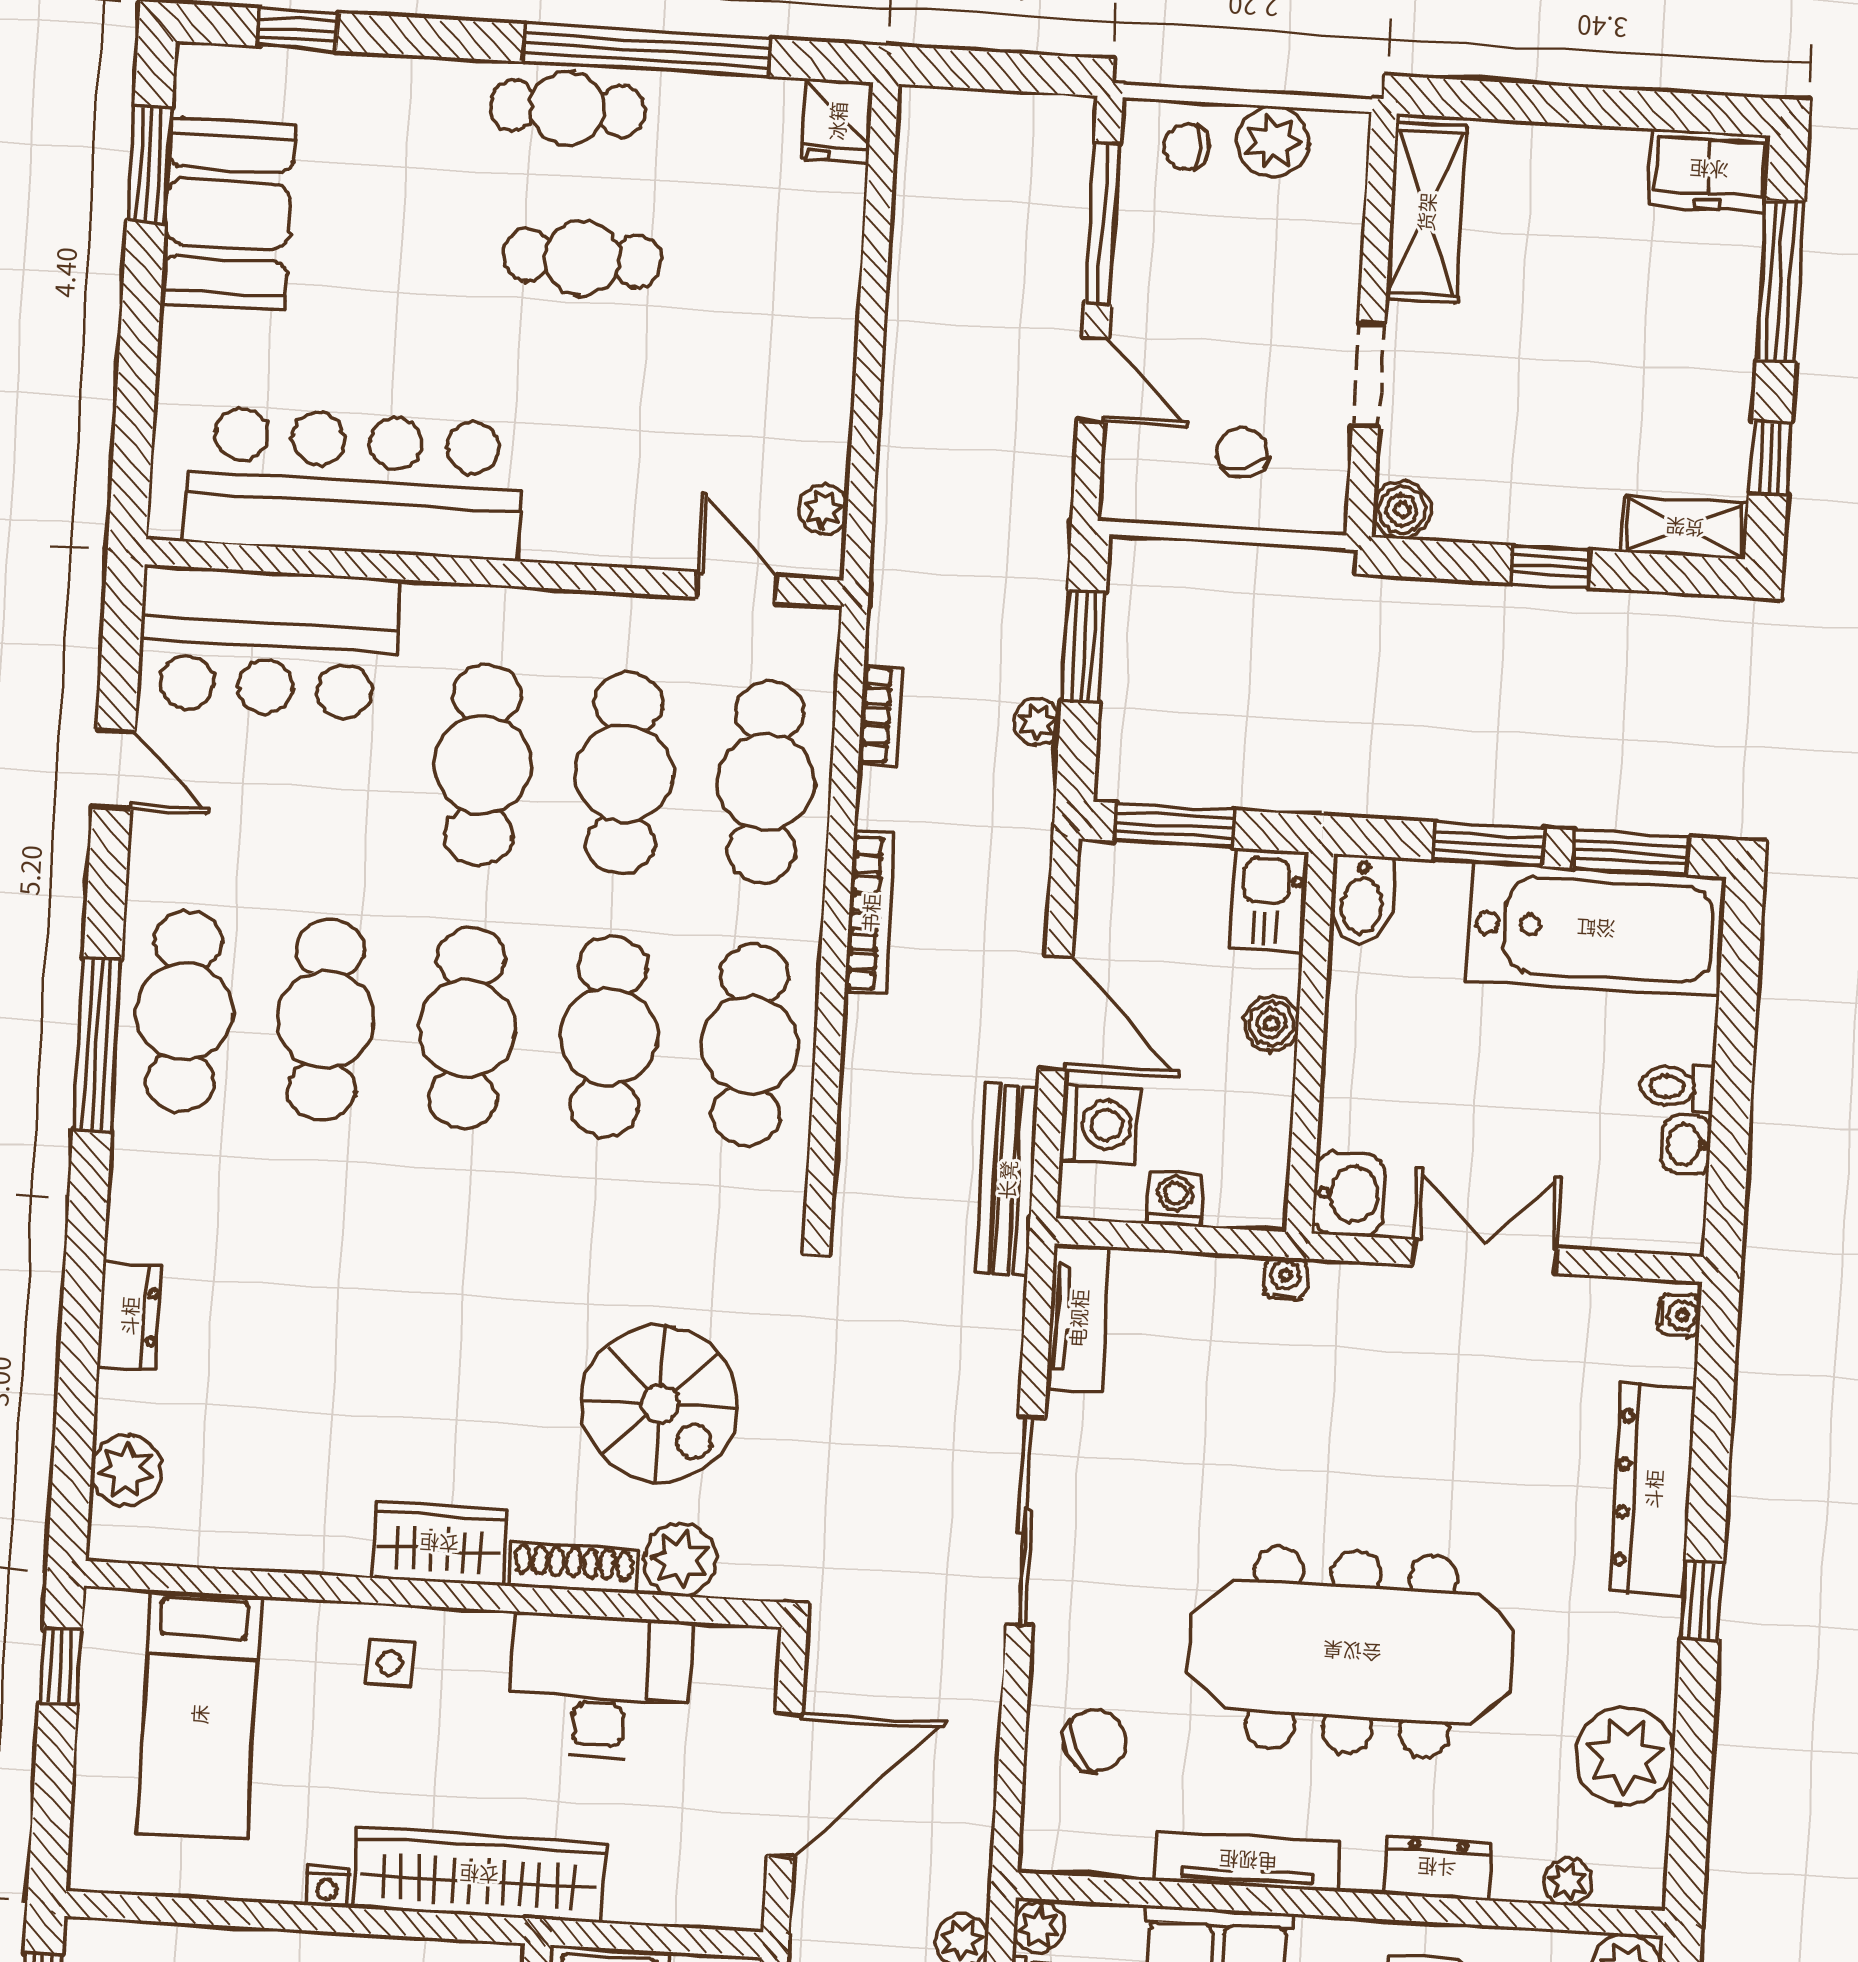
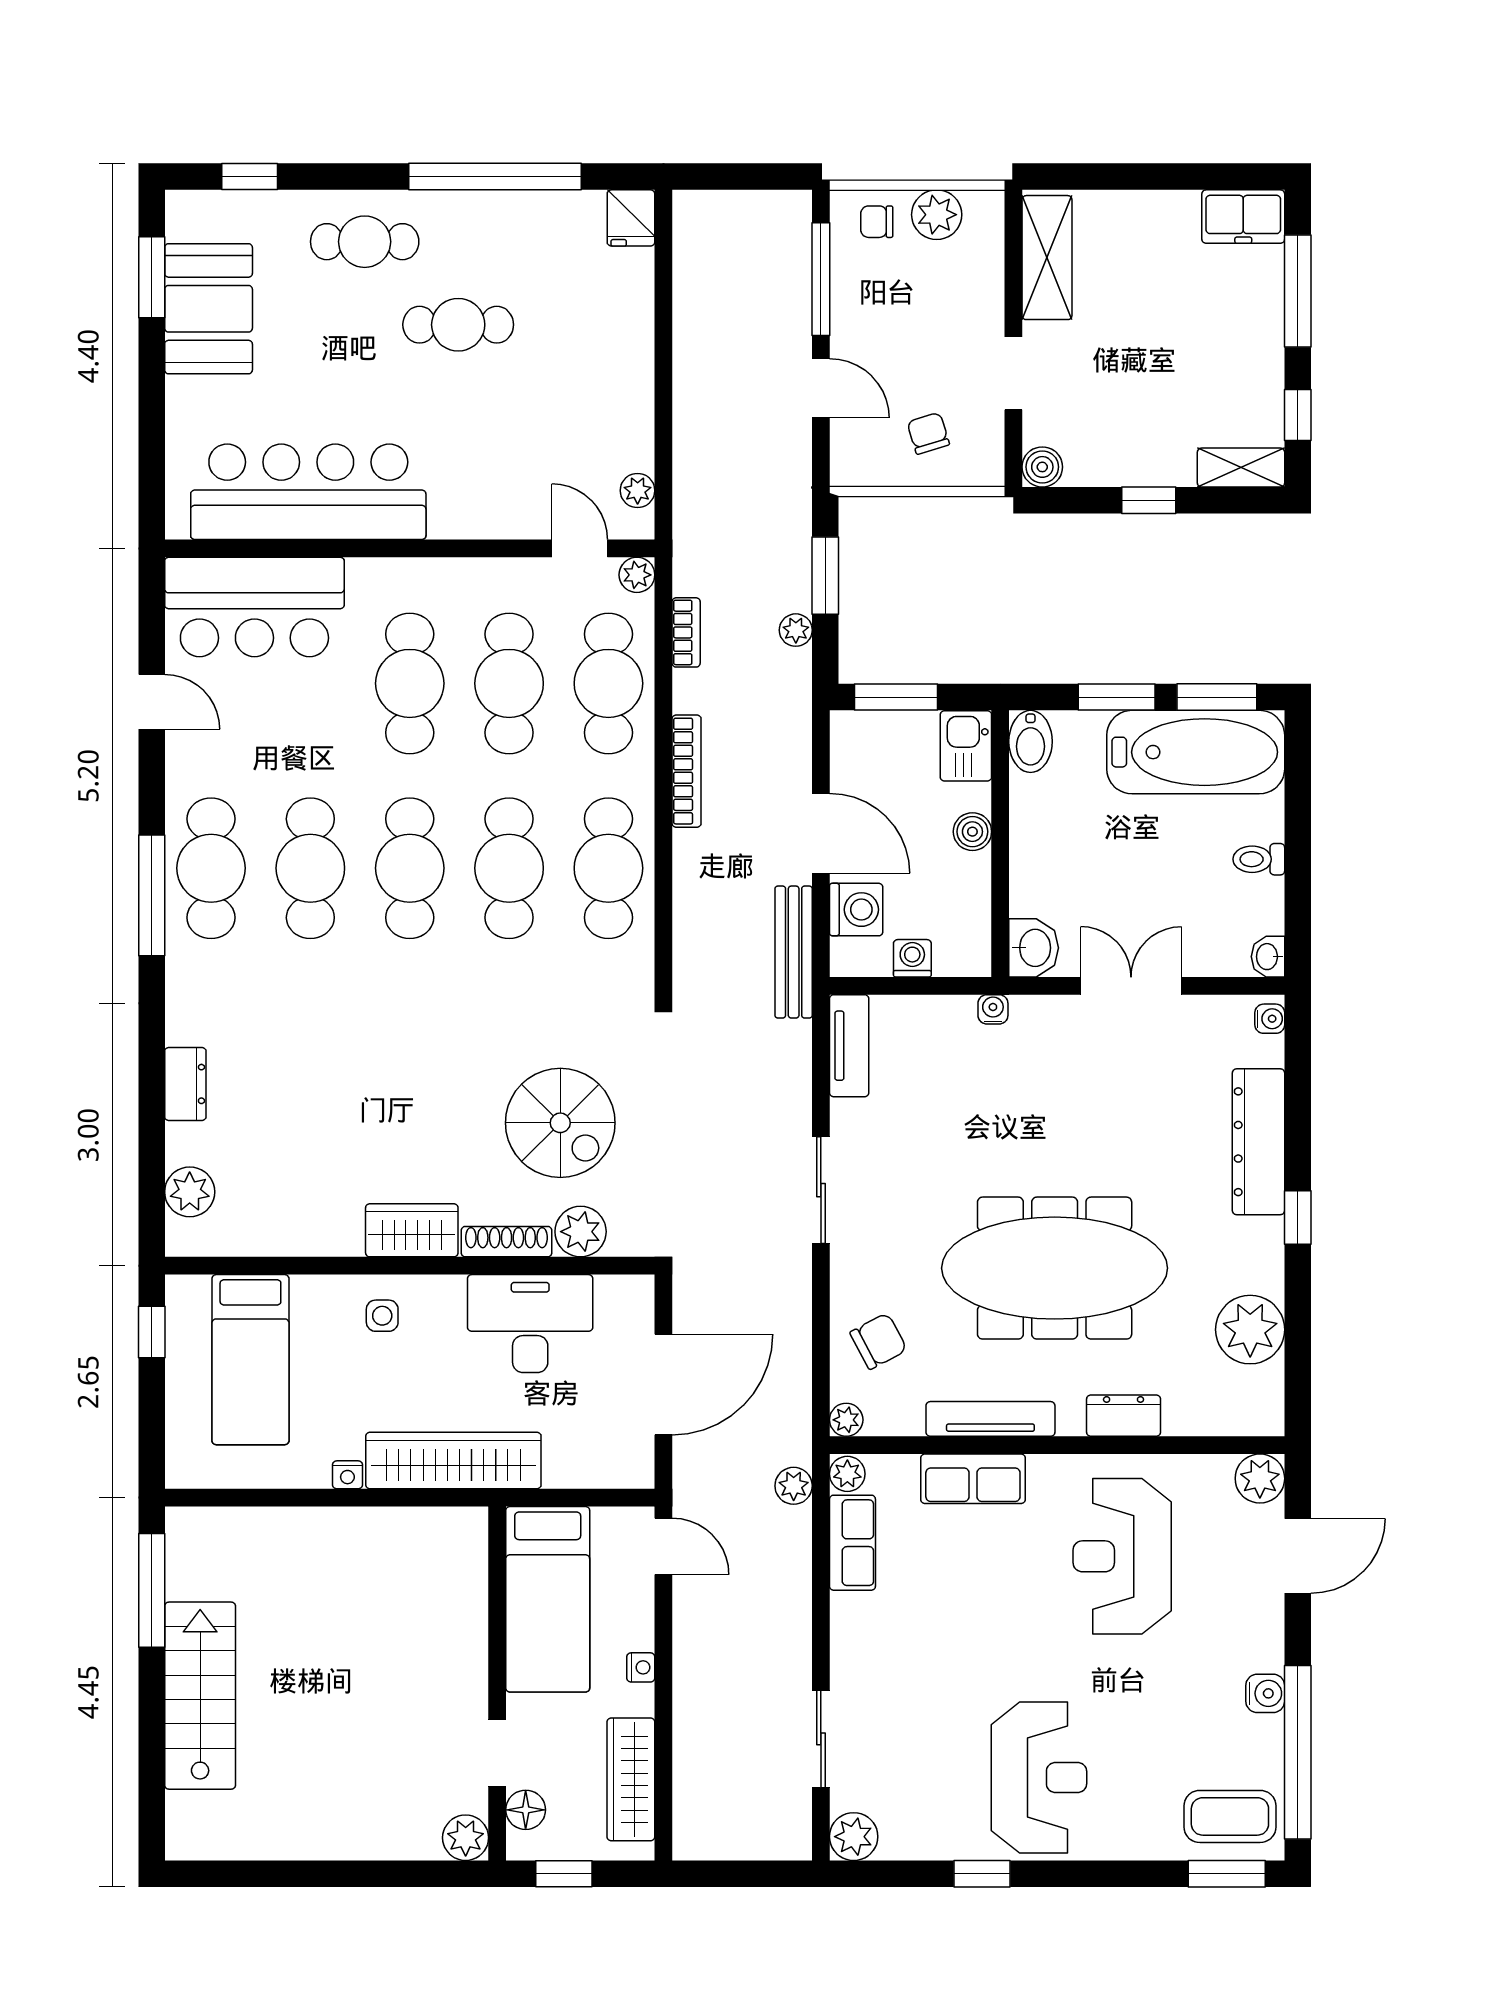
cafe table: (568, 108) -> (365, 242), moved
plant: (815, 629) -> (637, 575), added
washbasin: (1687, 1144) -> (1268, 957), moved
sliding door: (1025, 1521) -> (821, 1190), width x0.73
plant: (1568, 1882) -> (846, 1420), moved

